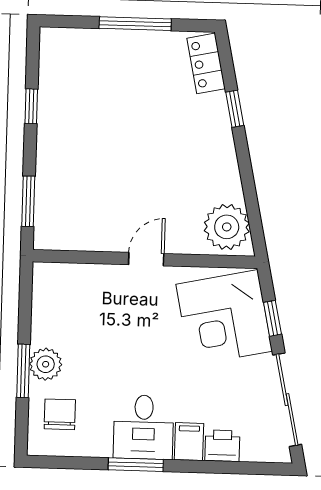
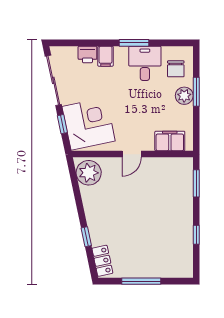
filing cabinet: (75, 281) -> (170, 141), added
desk: (144, 427) -> (145, 63), moved

